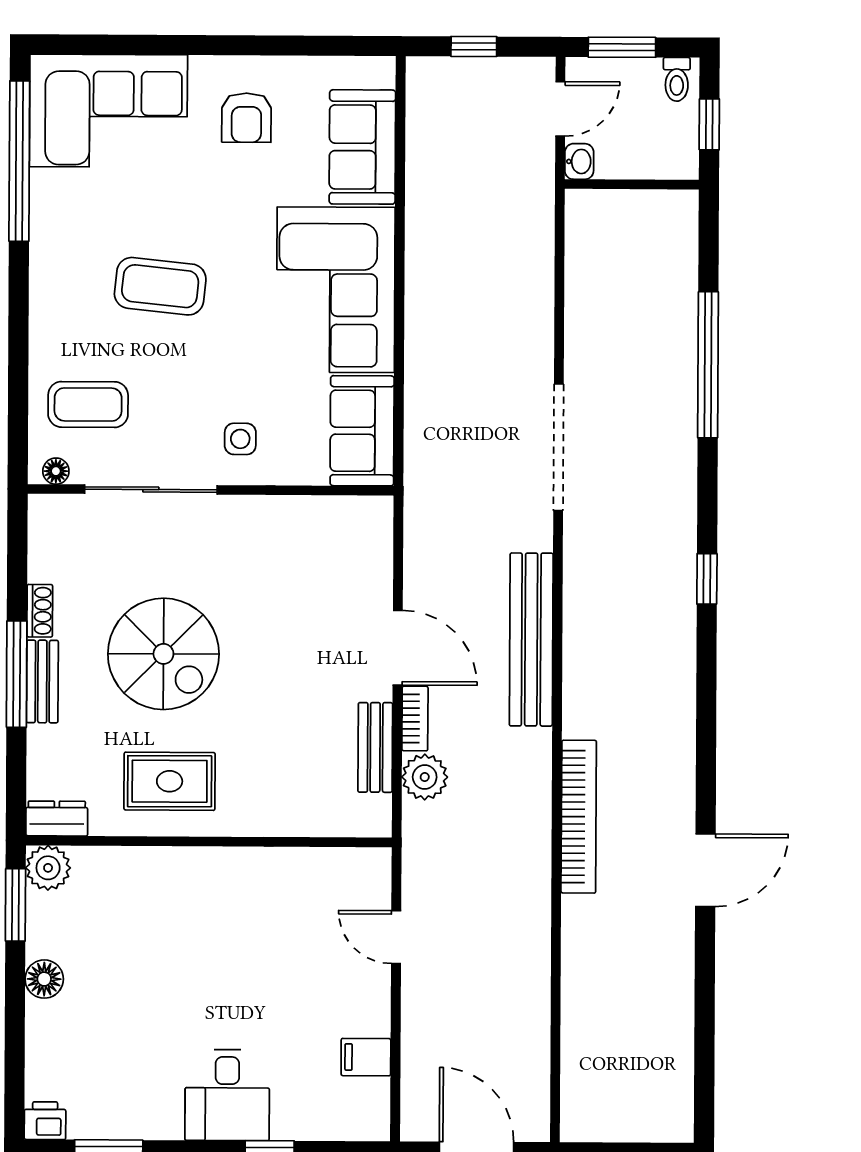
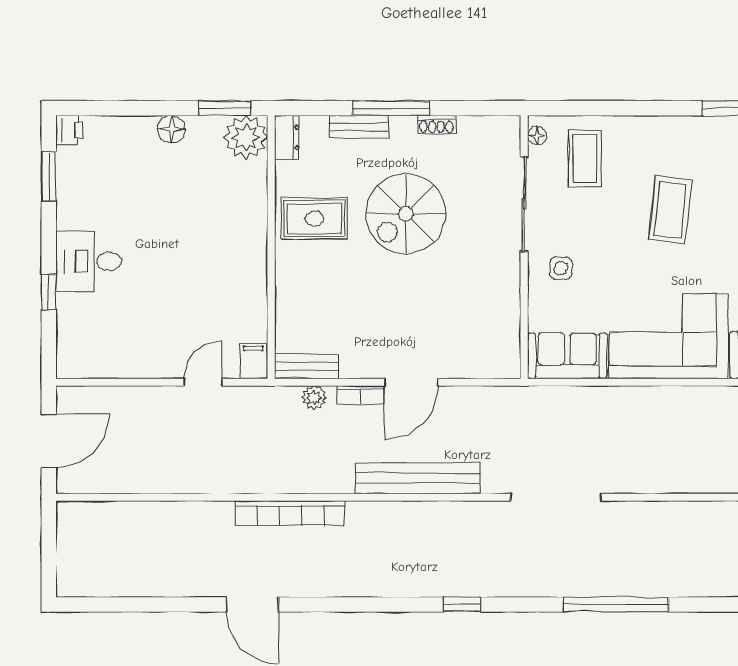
bench: (42, 681) -> (359, 127), moved
bench: (375, 747) -> (307, 366), moved
plant: (425, 777) -> (314, 398), width x0.73, depth x0.73
rug: (170, 781) -> (314, 219), turned 90
plant: (48, 868) -> (246, 137), width x1.36, depth x1.36
filing cabinet: (366, 1057) -> (253, 361), moved

